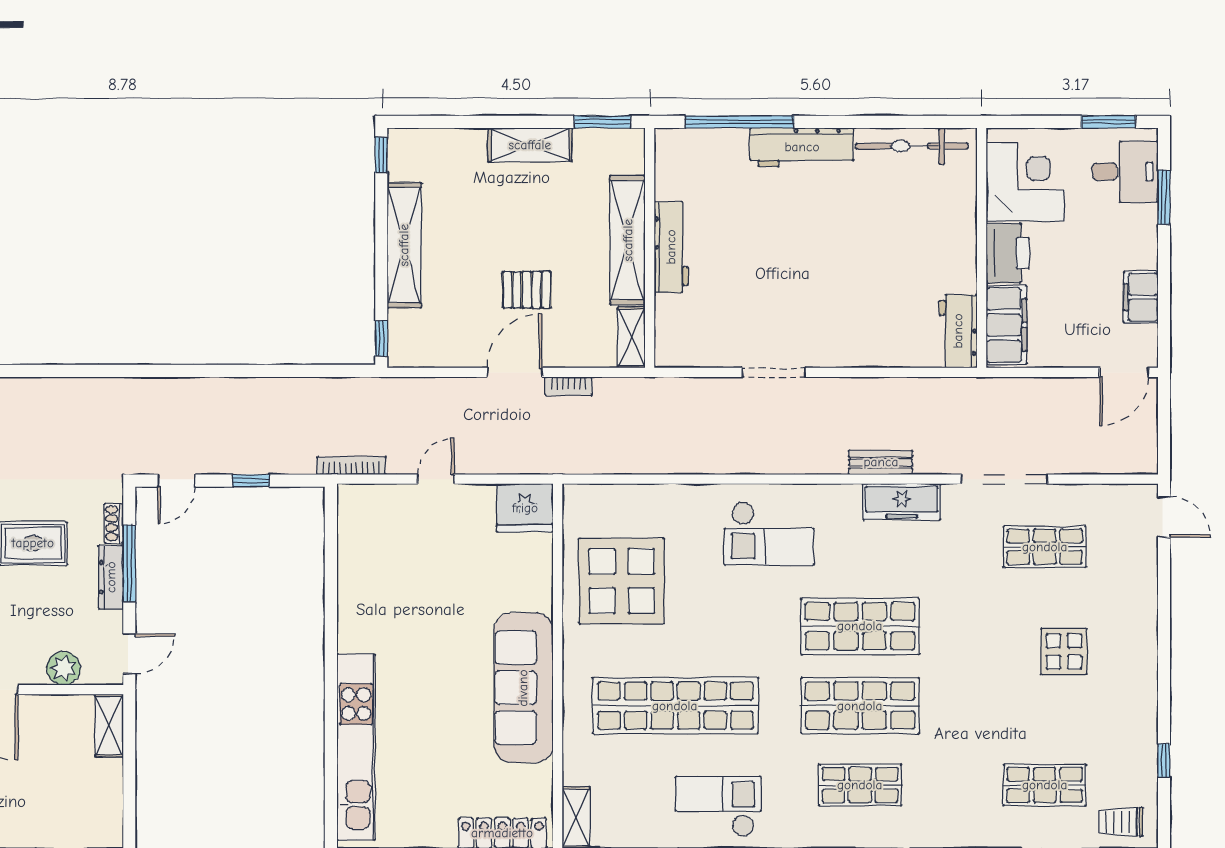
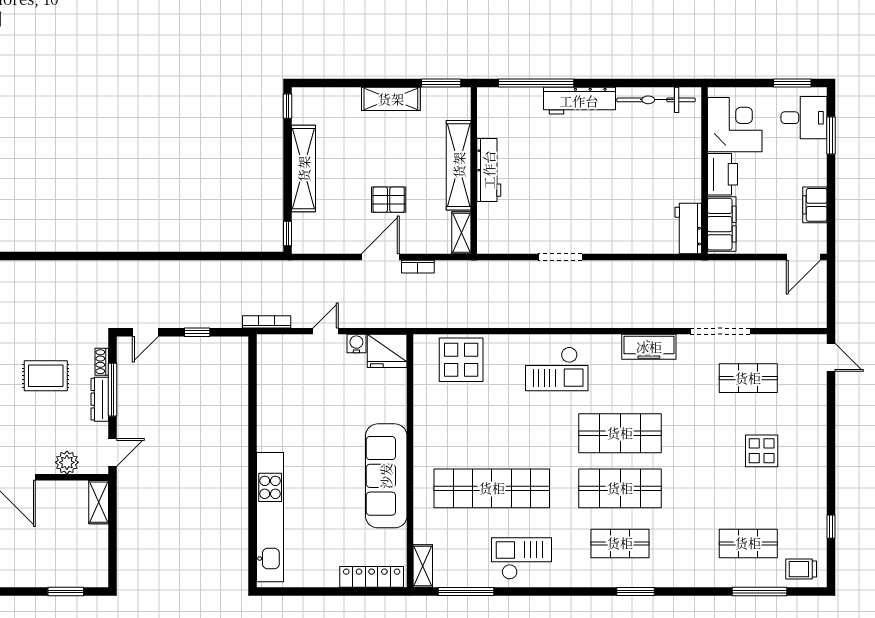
bench: (881, 462) -> (634, 320), removed
water cooler: (480, 497) -> (356, 344), added
display table: (622, 581) -> (461, 360), moved, width x0.73, depth x0.73

